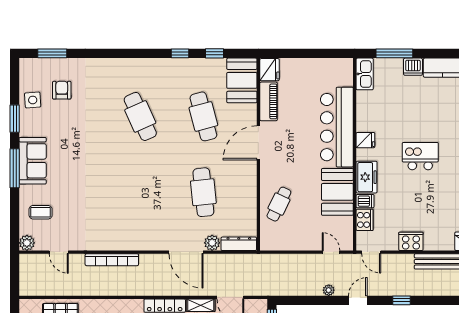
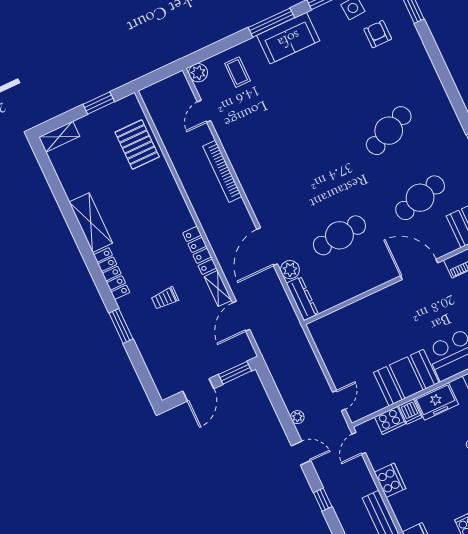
armchair: (62, 90) -> (378, 34), turned -90
cafe table: (279, 204) -> (364, 322), removed

